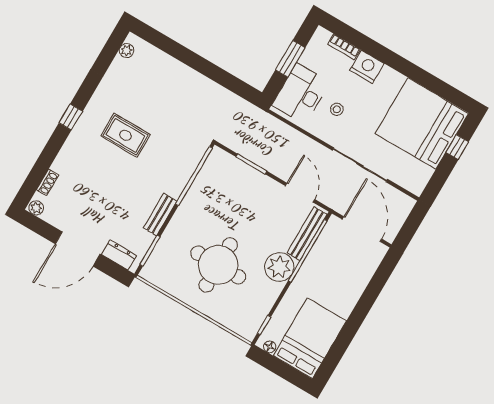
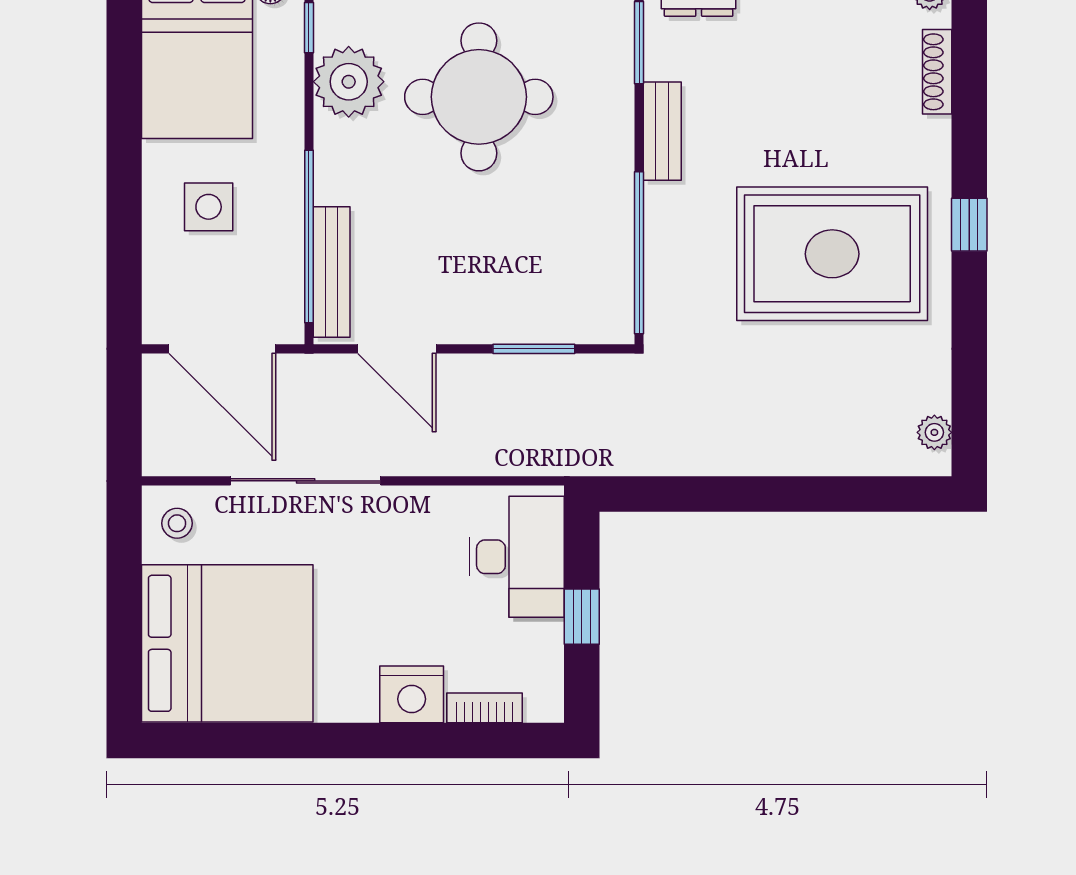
window: (290, 59) -> (582, 617), width x0.67
stool: (337, 109) -> (177, 523), moved
rug: (126, 135) -> (832, 254), width x1.86, depth x2.06
window: (457, 147) -> (124, 638), removed
shoe rack: (48, 182) -> (937, 72), width x1.43
plant: (279, 267) -> (349, 82), moved
side table: (337, 282) -> (209, 207), added

